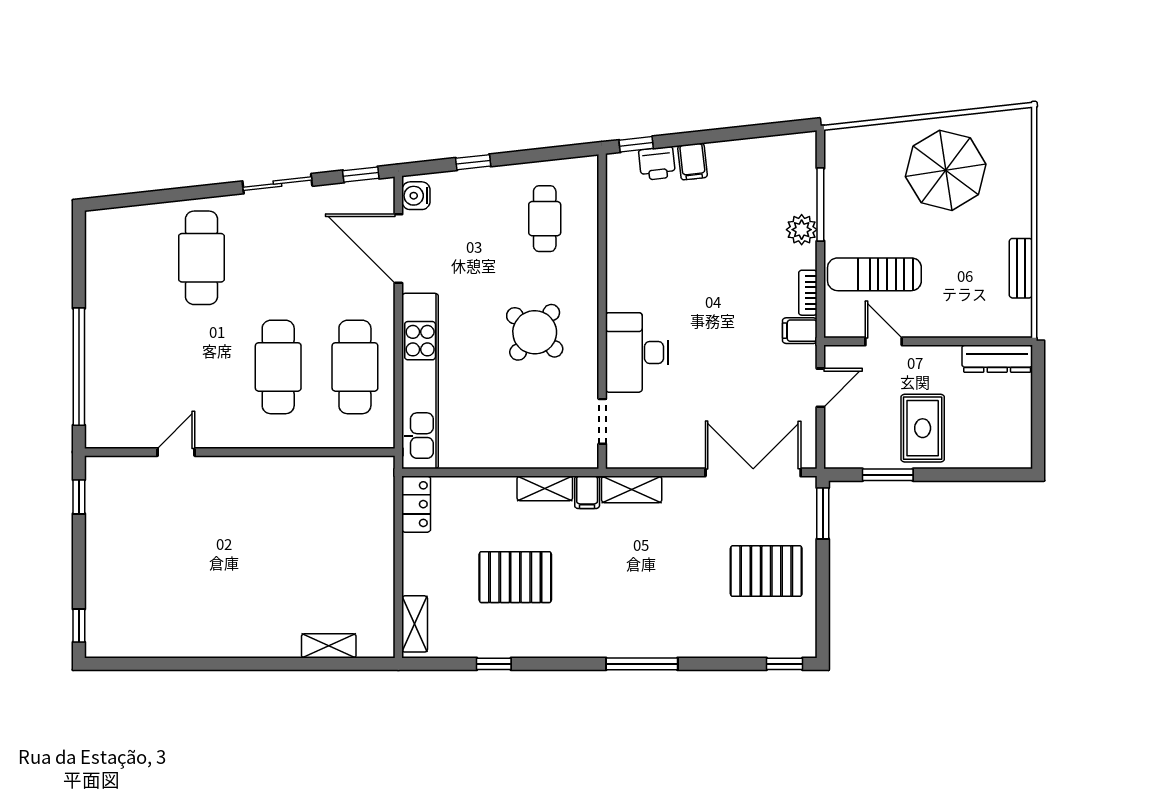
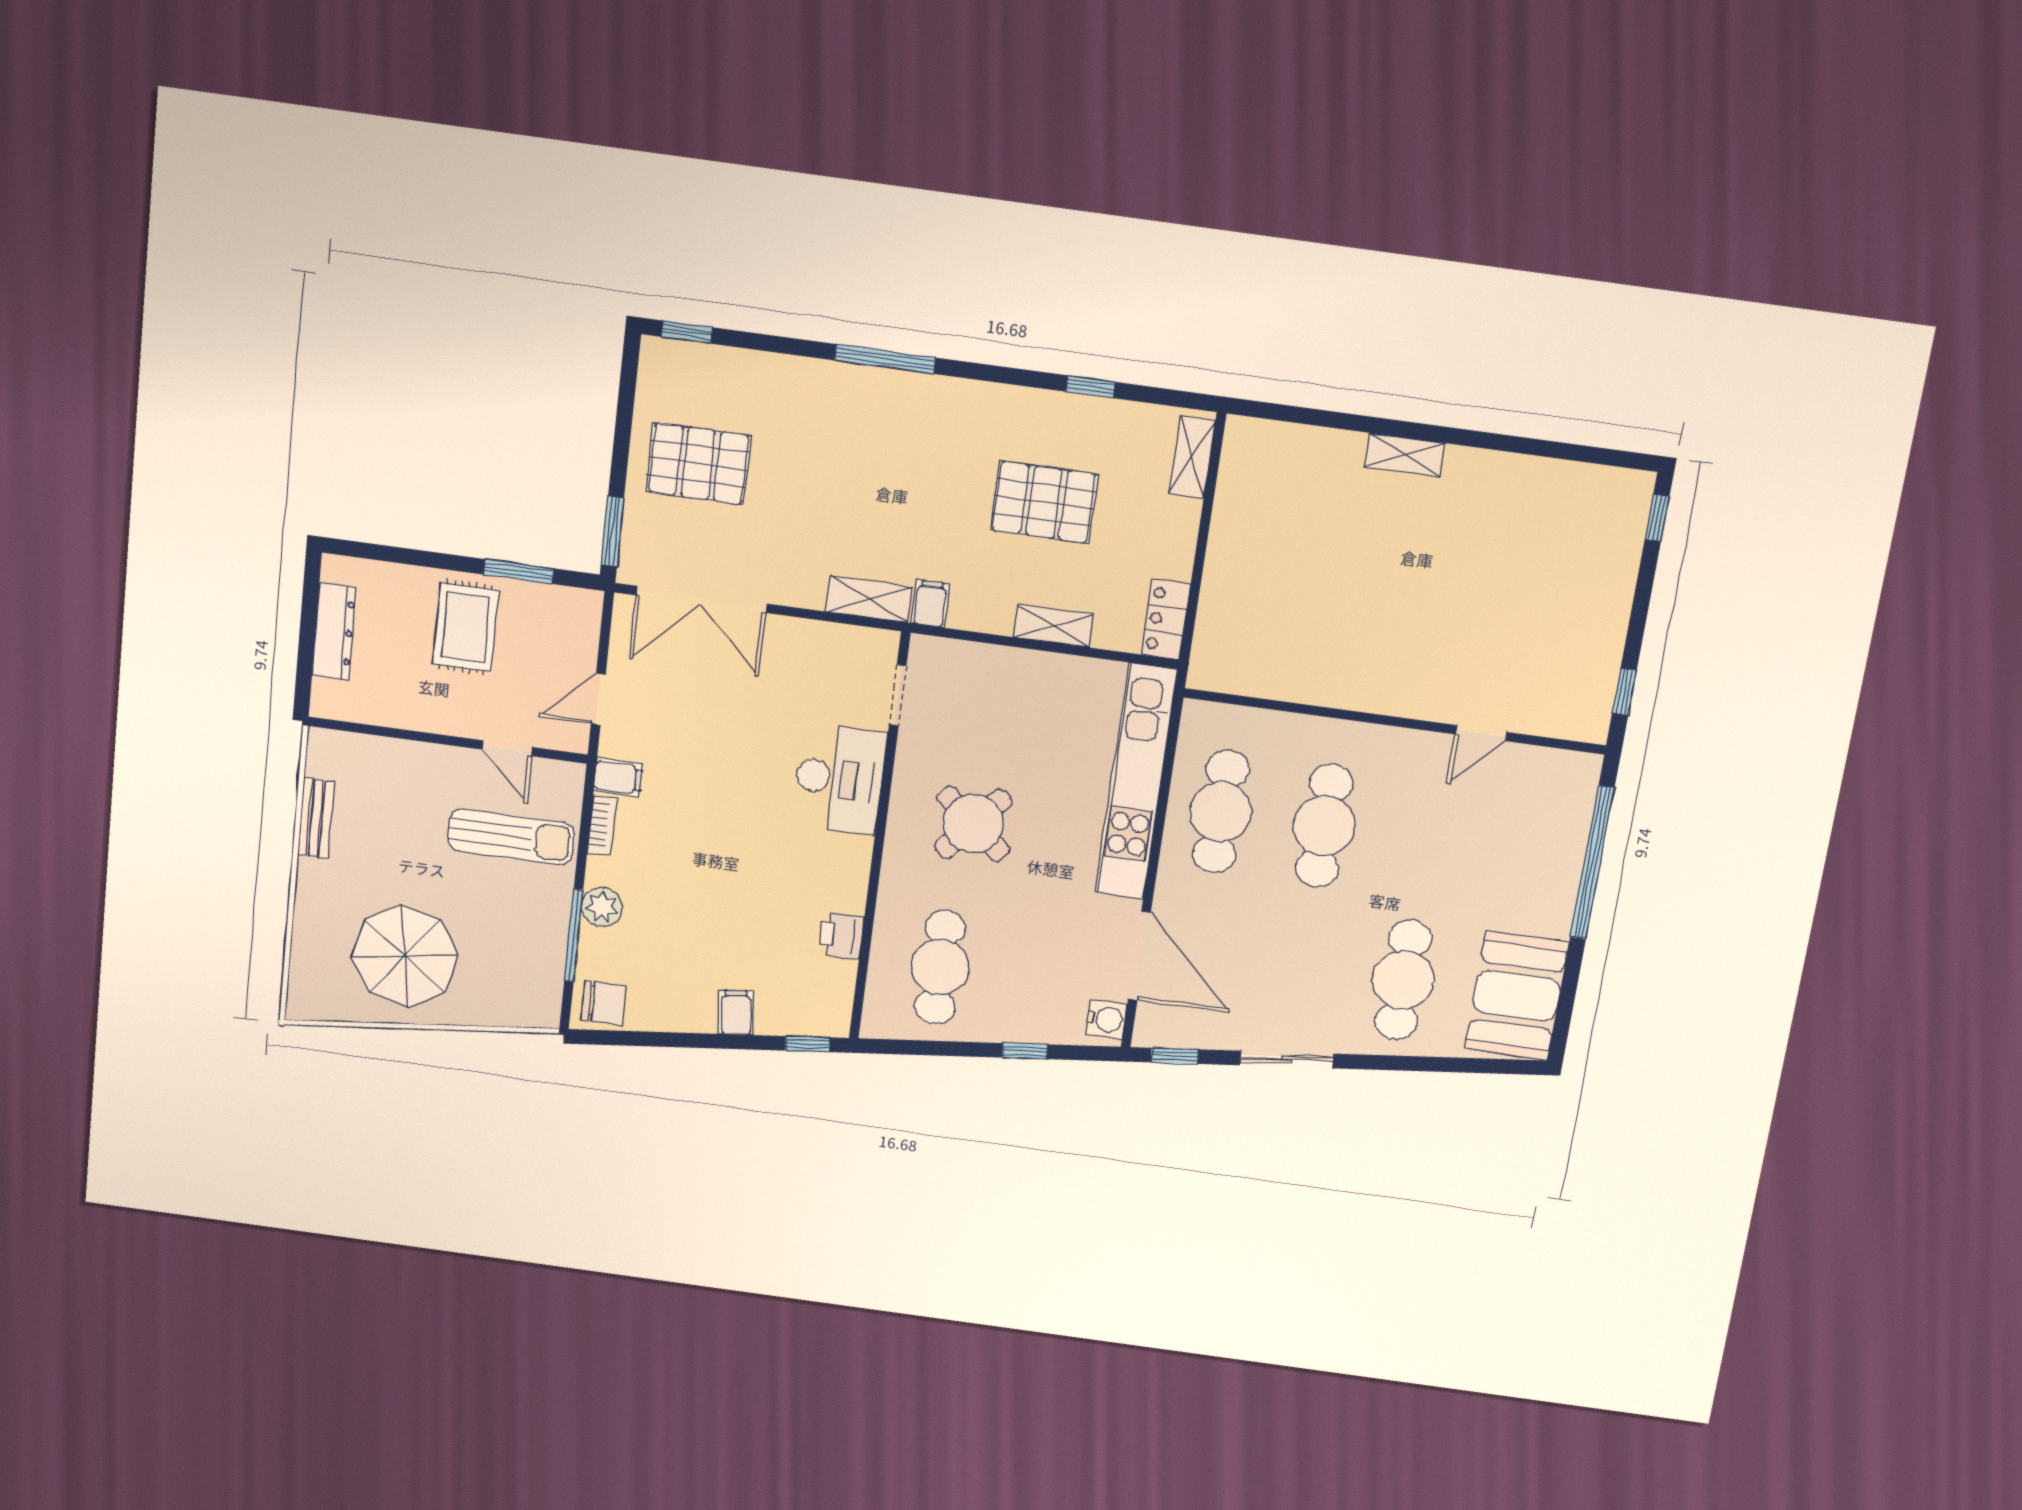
chair: (792, 155) -> (604, 1003), added
printer: (657, 163) -> (841, 935), moved, turned -84
cafe table: (545, 219) -> (940, 967), width x1.37, depth x1.35
booth: (116, 258) -> (1517, 996), added
dresser: (997, 359) -> (334, 632), moved, turned 90
shelving: (545, 488) -> (1053, 626), moved
shelving: (329, 646) -> (1405, 455), moved

